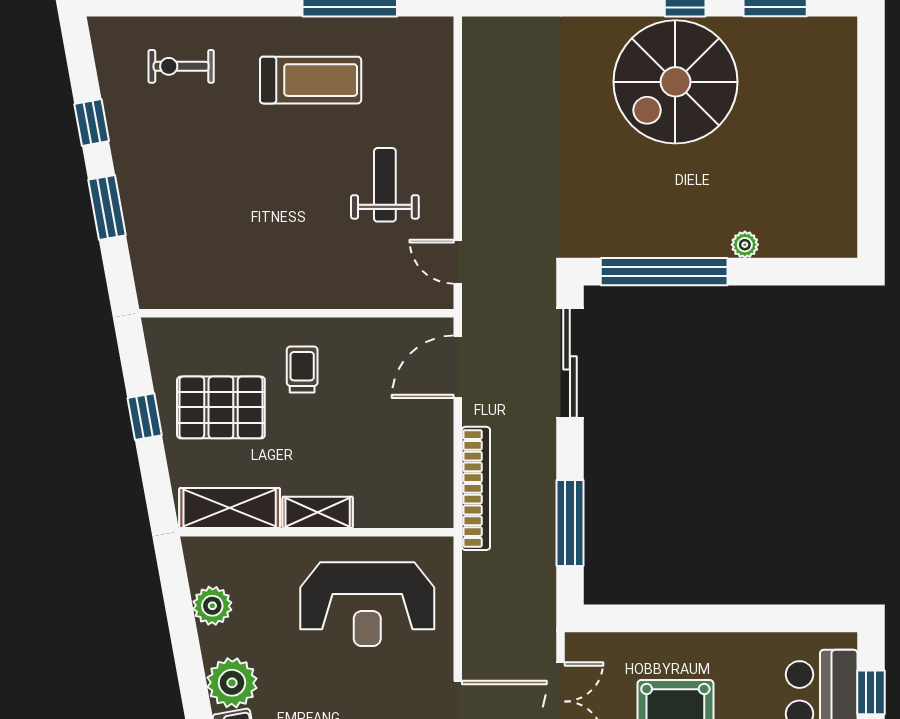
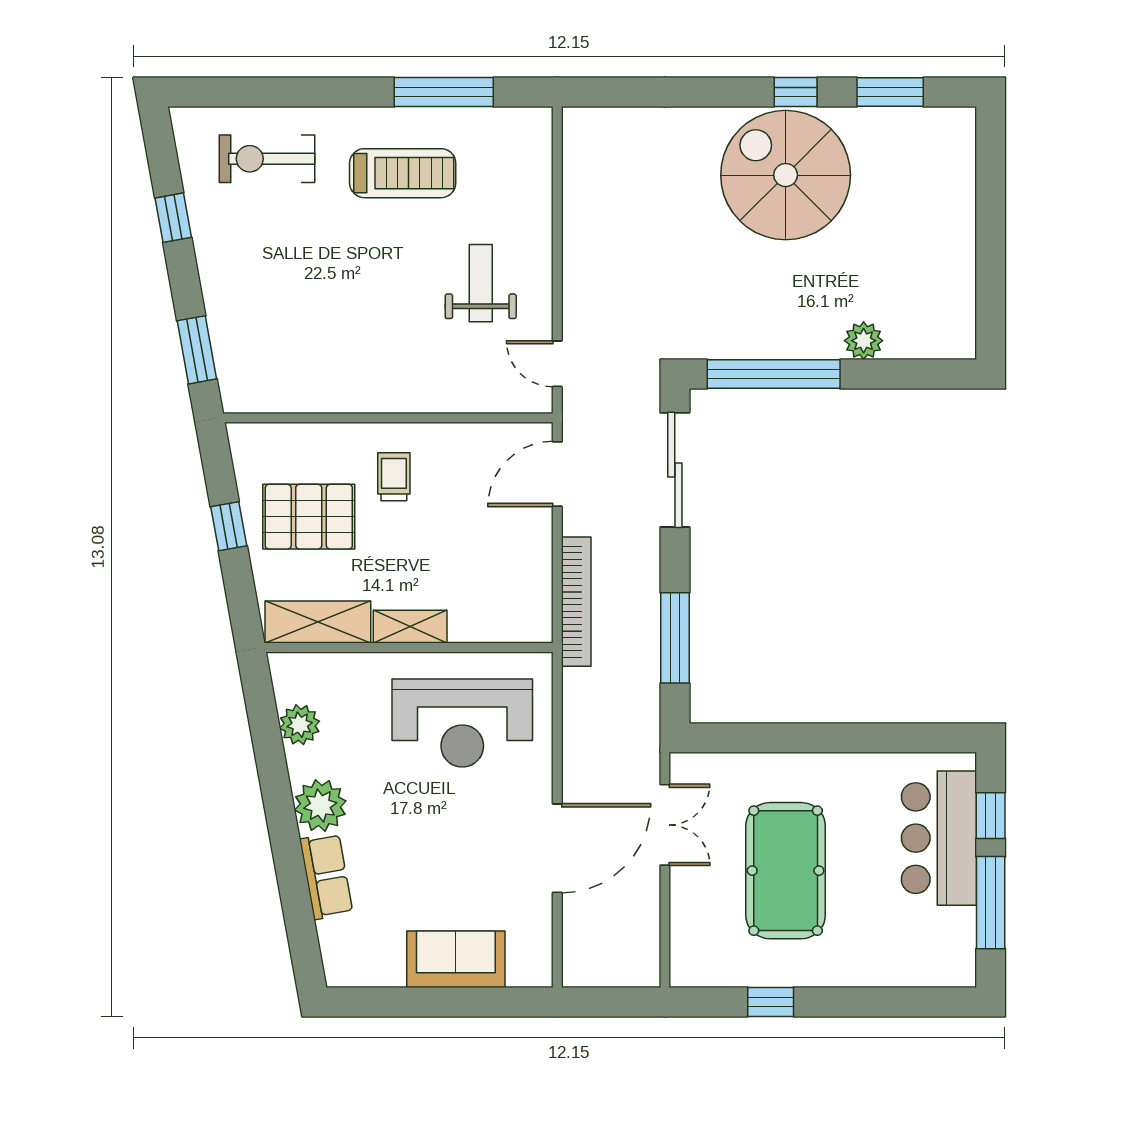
exercise bike: (181, 66) -> (267, 159), width x1.38, depth x1.39
spiral stairs: (675, 82) -> (786, 175), turned 90
window: (107, 207) -> (197, 350), moved
plant: (745, 245) -> (864, 341), width x1.38, depth x1.38

